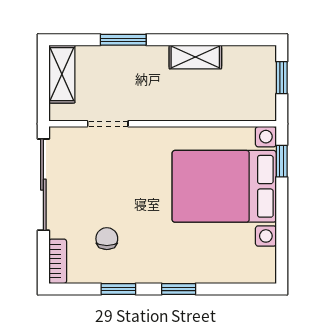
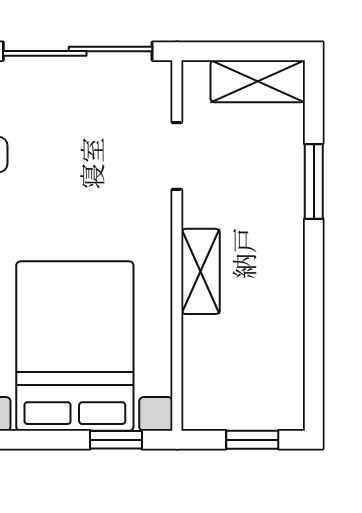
shelving: (195, 57) -> (201, 271), moved

